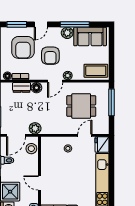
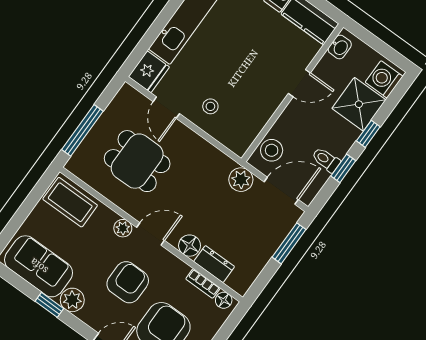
window: (75, 24) -> (49, 305), width x0.46
door: (85, 135) -> (166, 108), hinge flipped
door: (40, 183) -> (299, 83), hinge flipped

